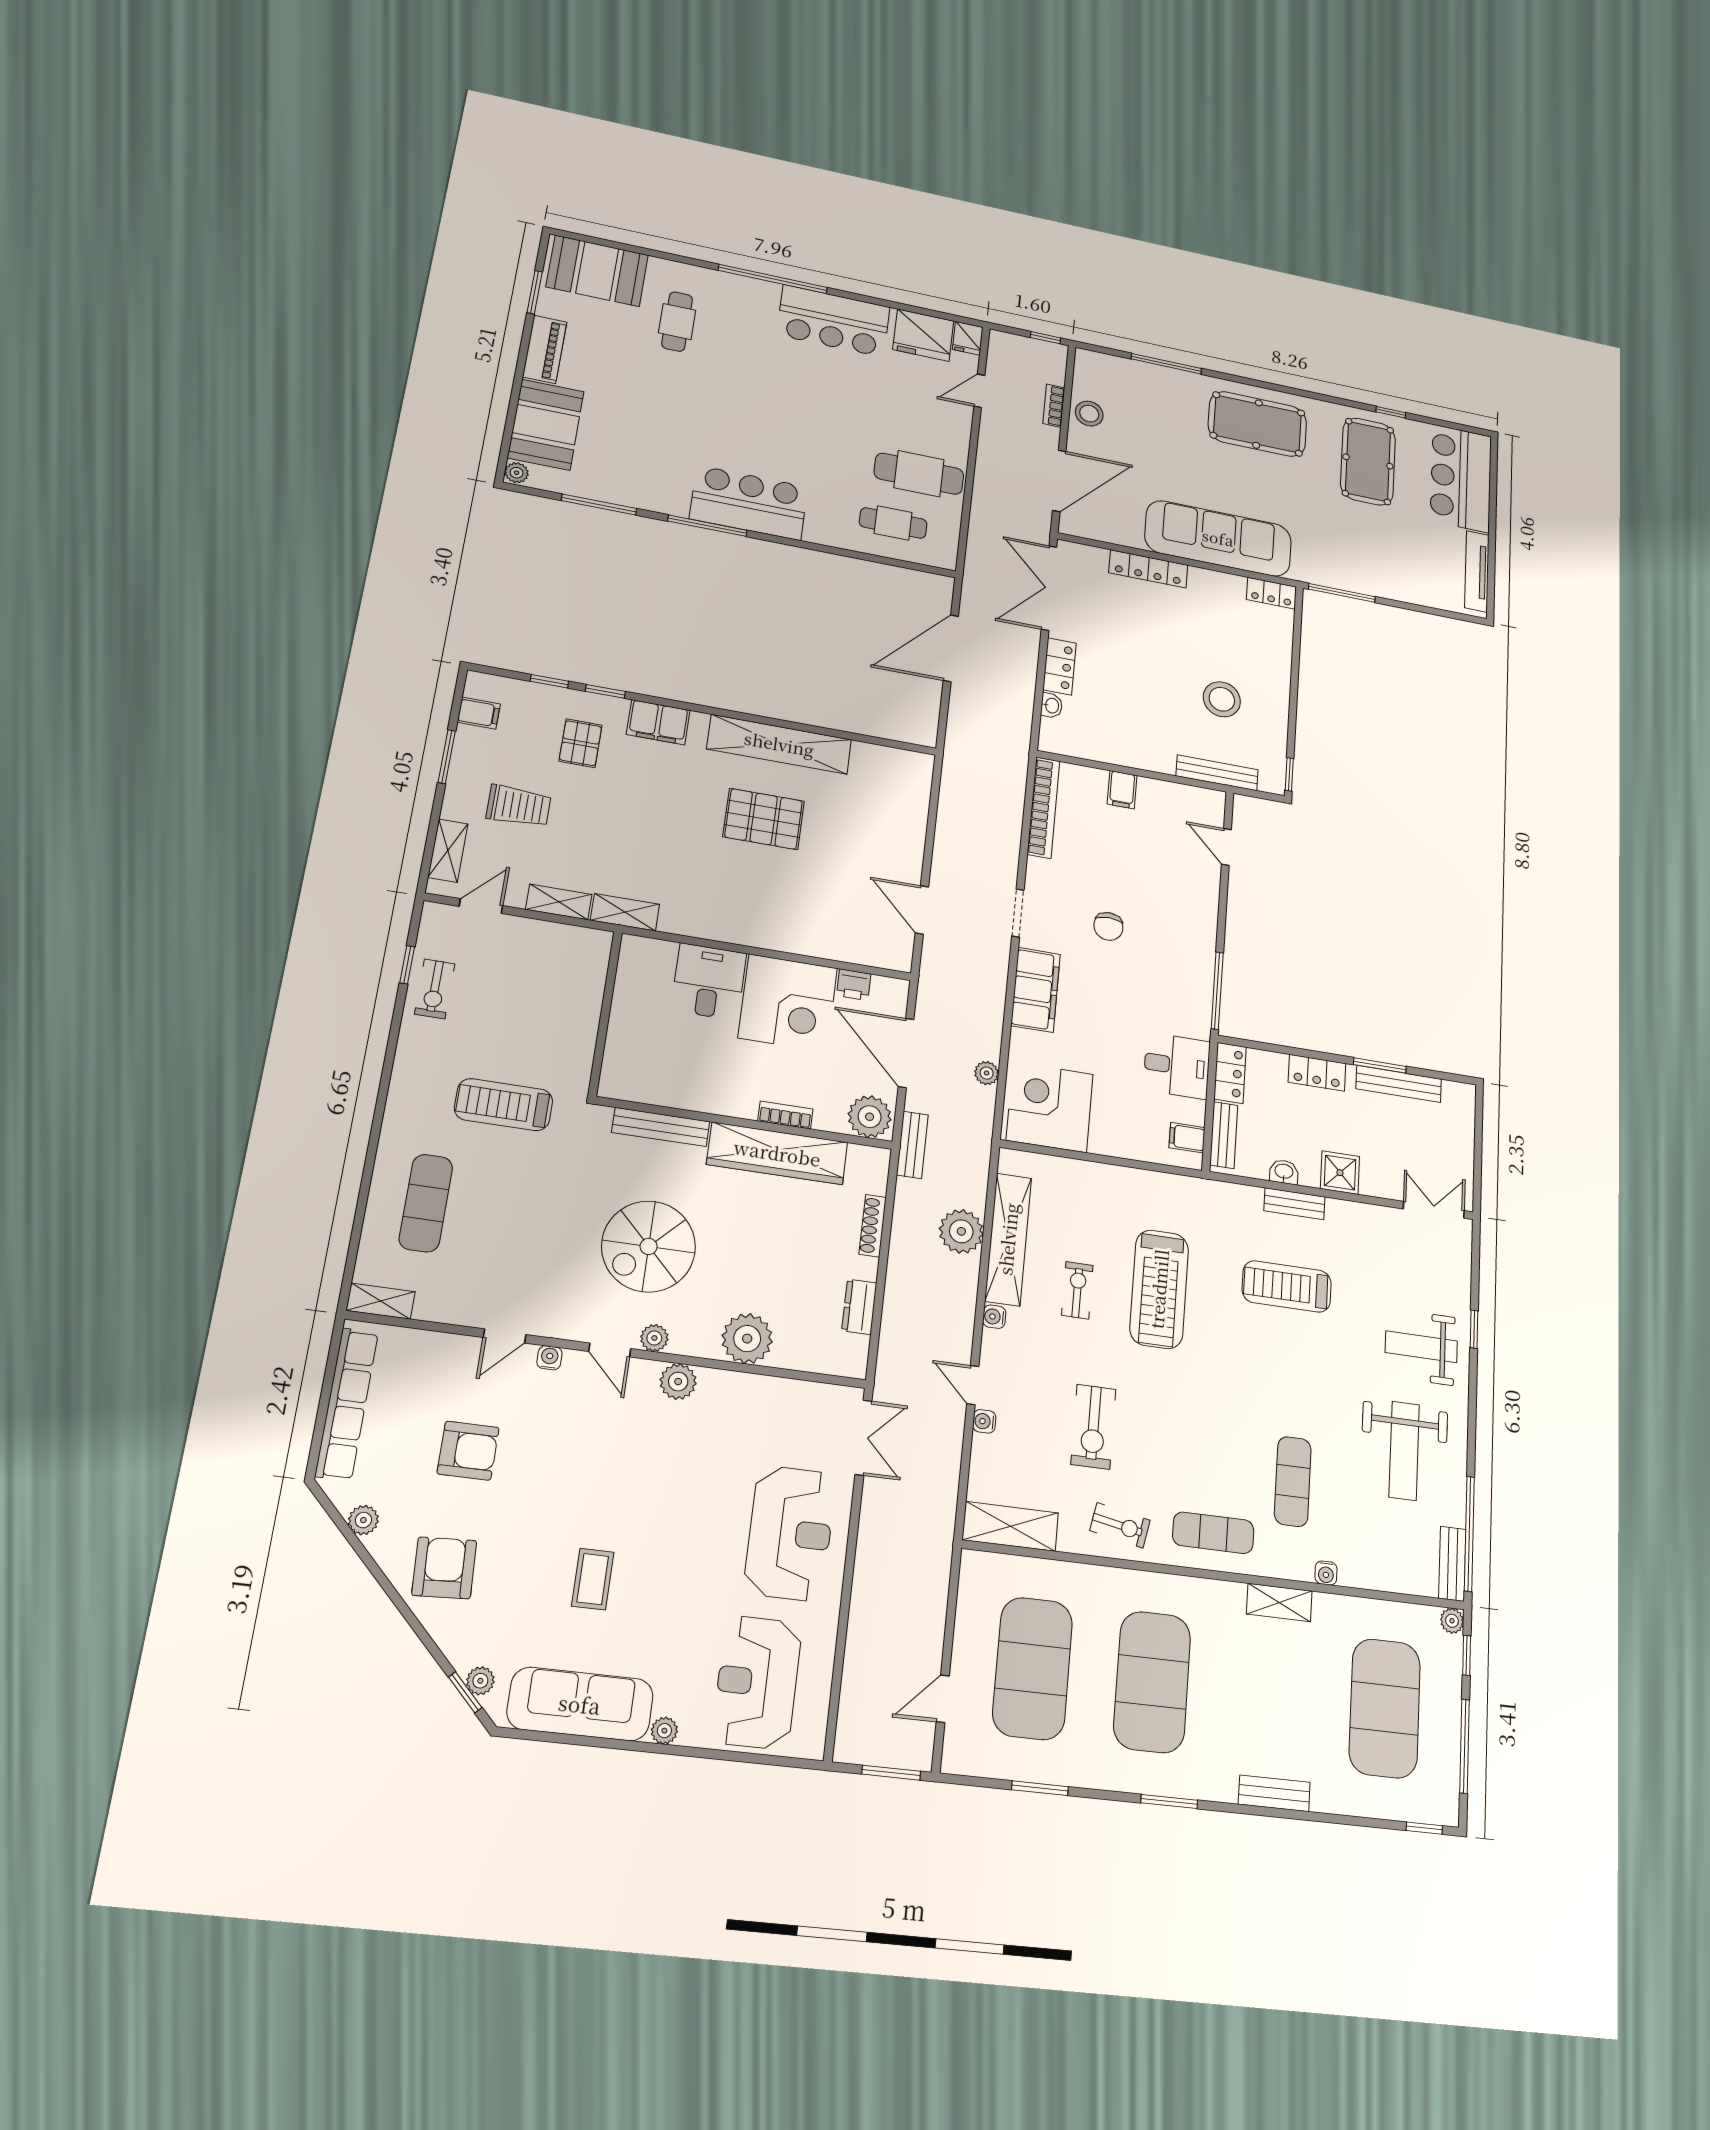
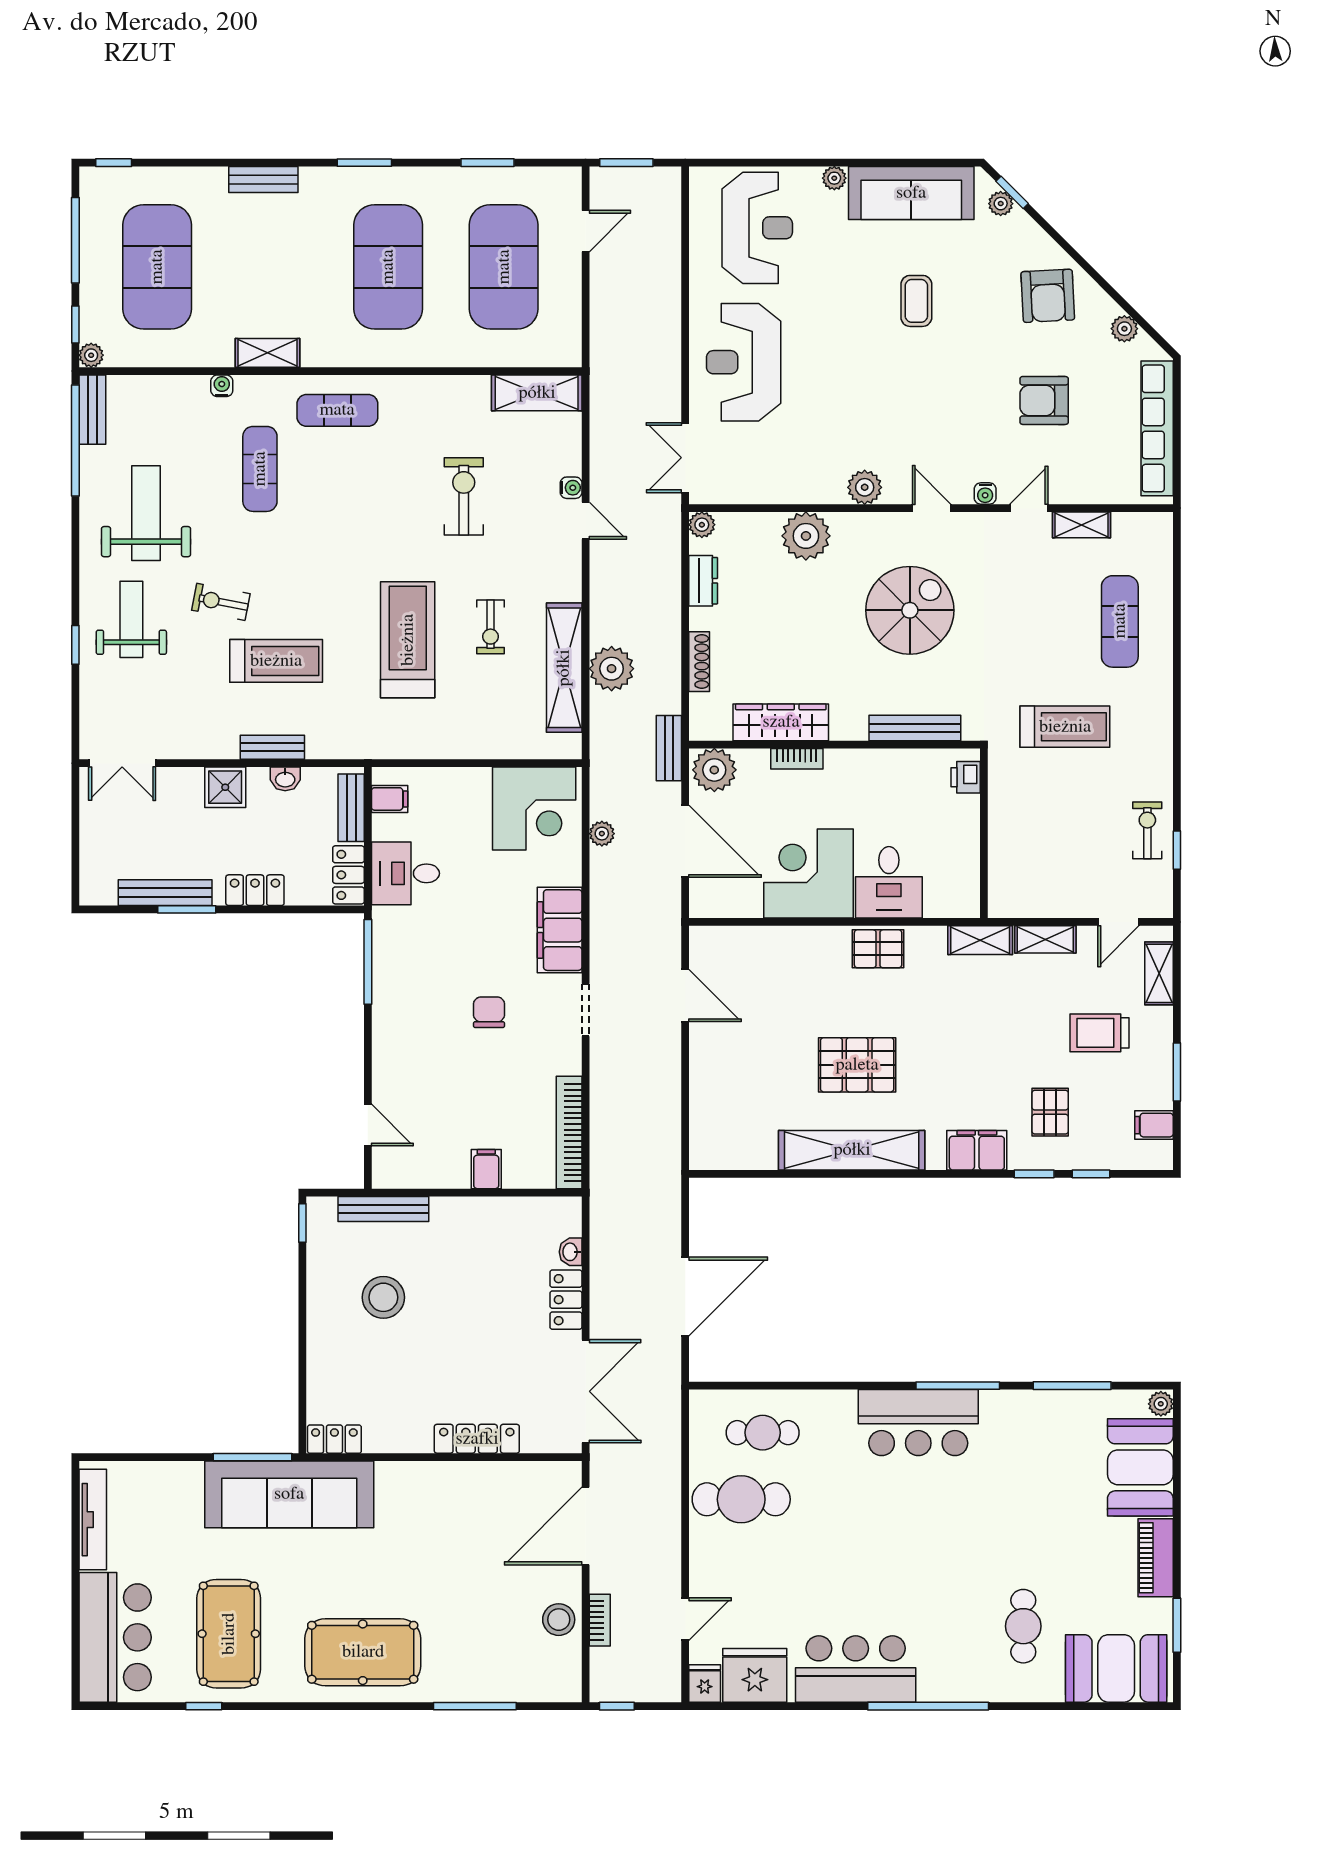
sofa: (1218, 538) -> (289, 1494), moved
pallet: (728, 921) -> (878, 949), added
printer: (854, 985) -> (966, 777), moved, turned -90
wardrobe: (777, 1153) -> (781, 722), width x0.71, depth x0.85
shelving: (381, 1301) -> (1082, 525), moved
water cooler: (994, 1317) -> (571, 589), removed
plant: (654, 1338) -> (702, 525), moved
weight bench: (1421, 1347) -> (131, 619), turned -90
exercise bike: (1120, 1525) -> (221, 602), moved

